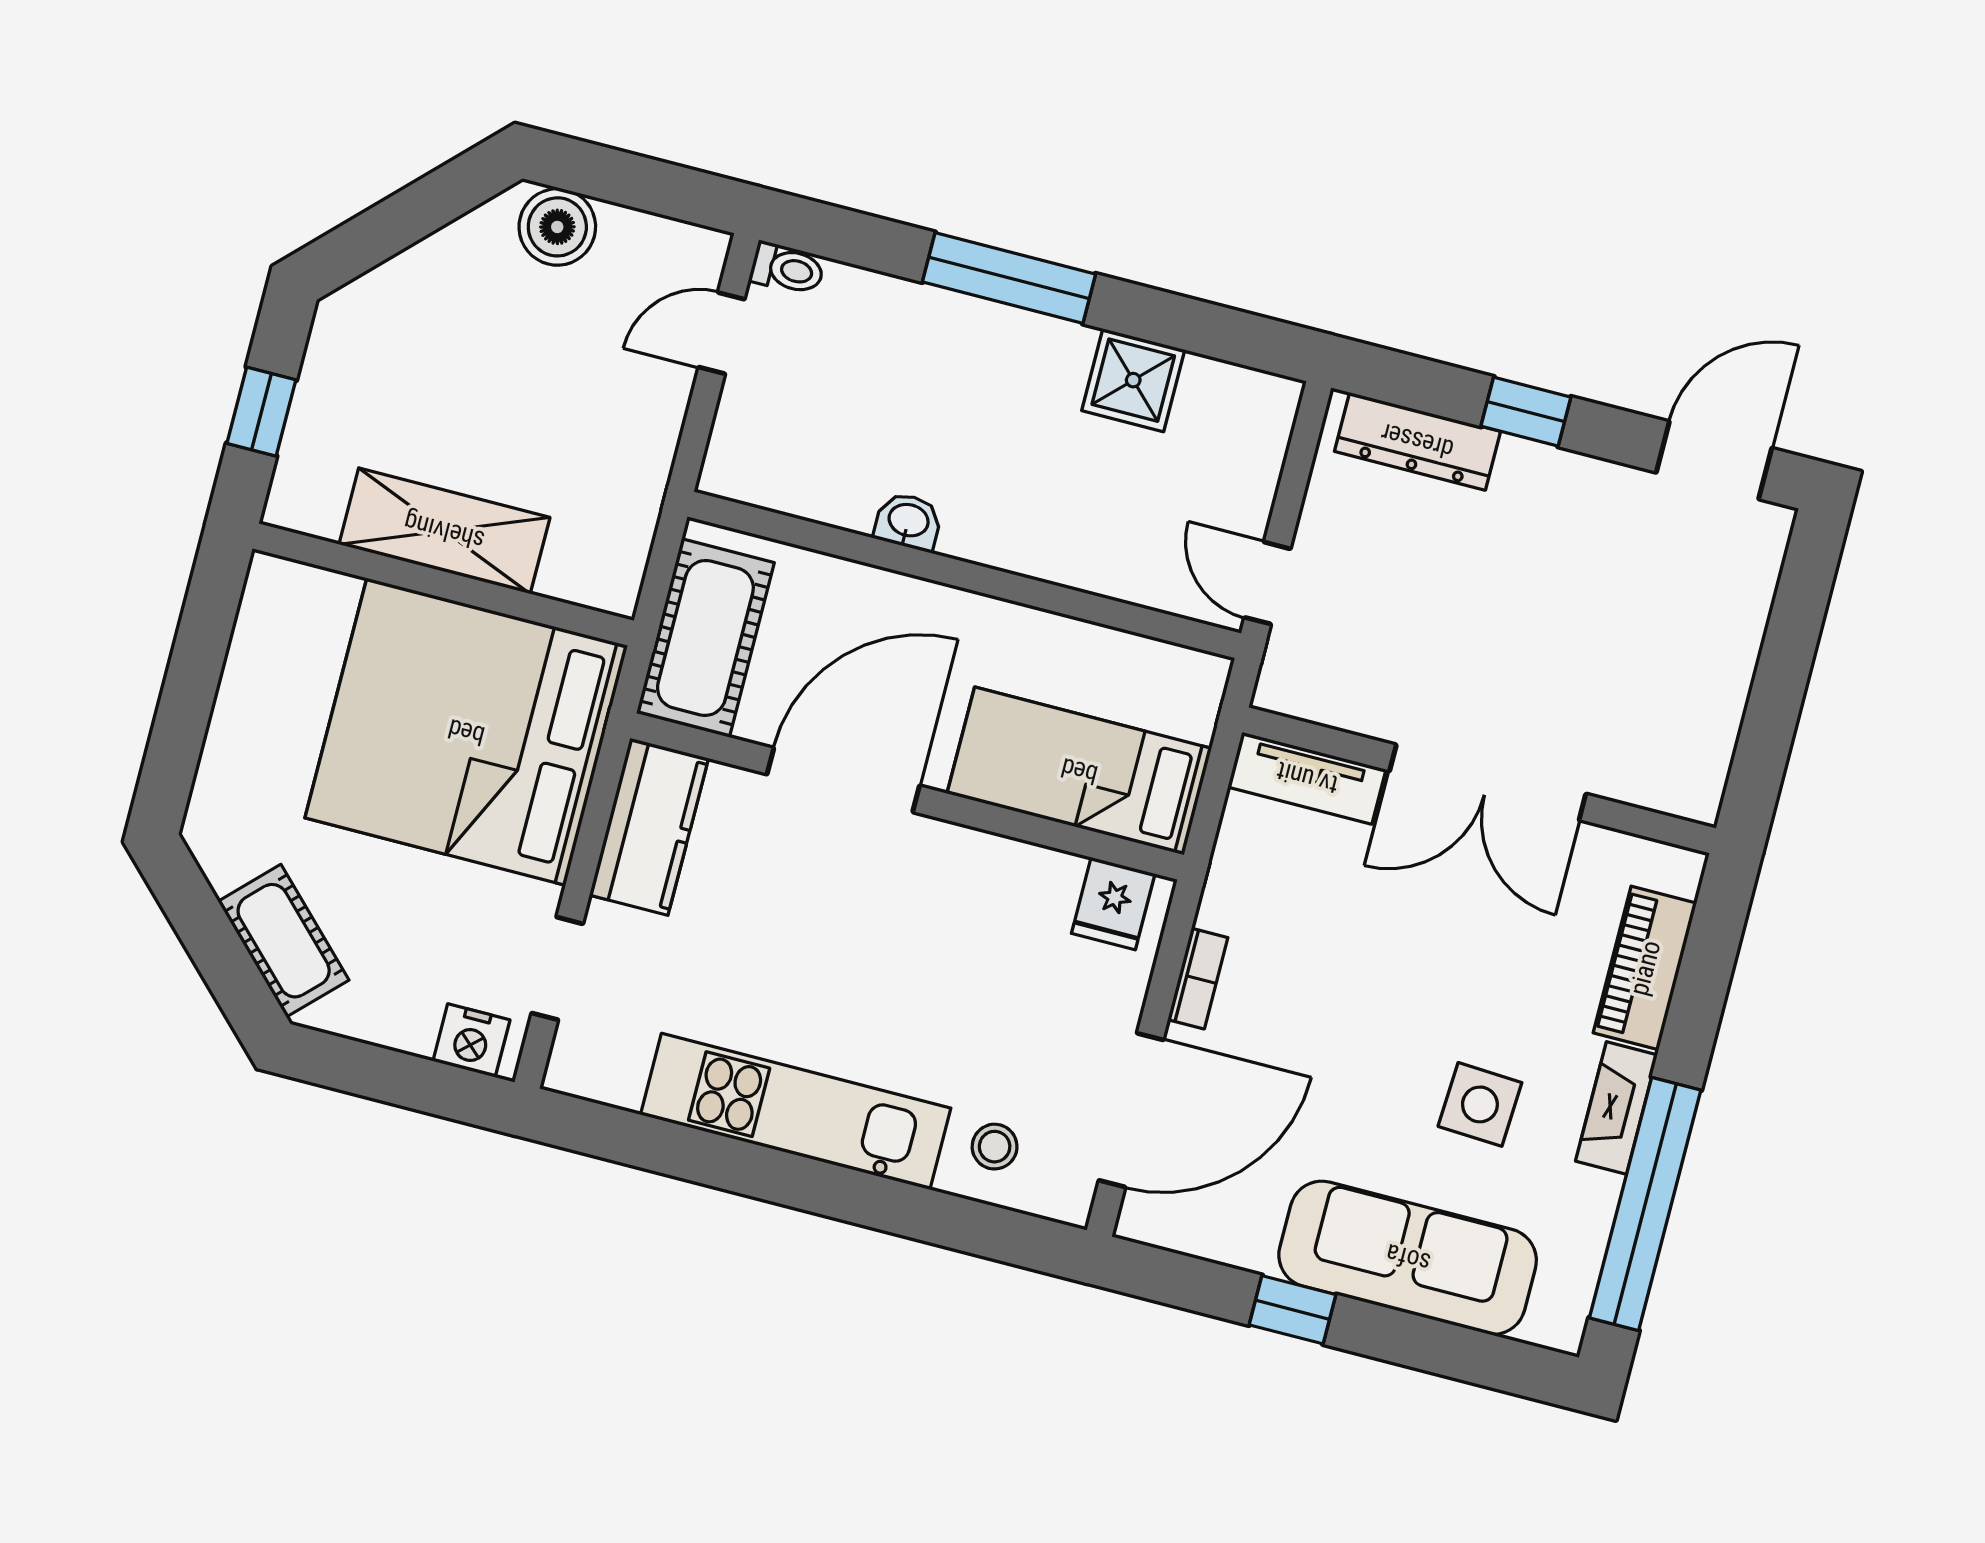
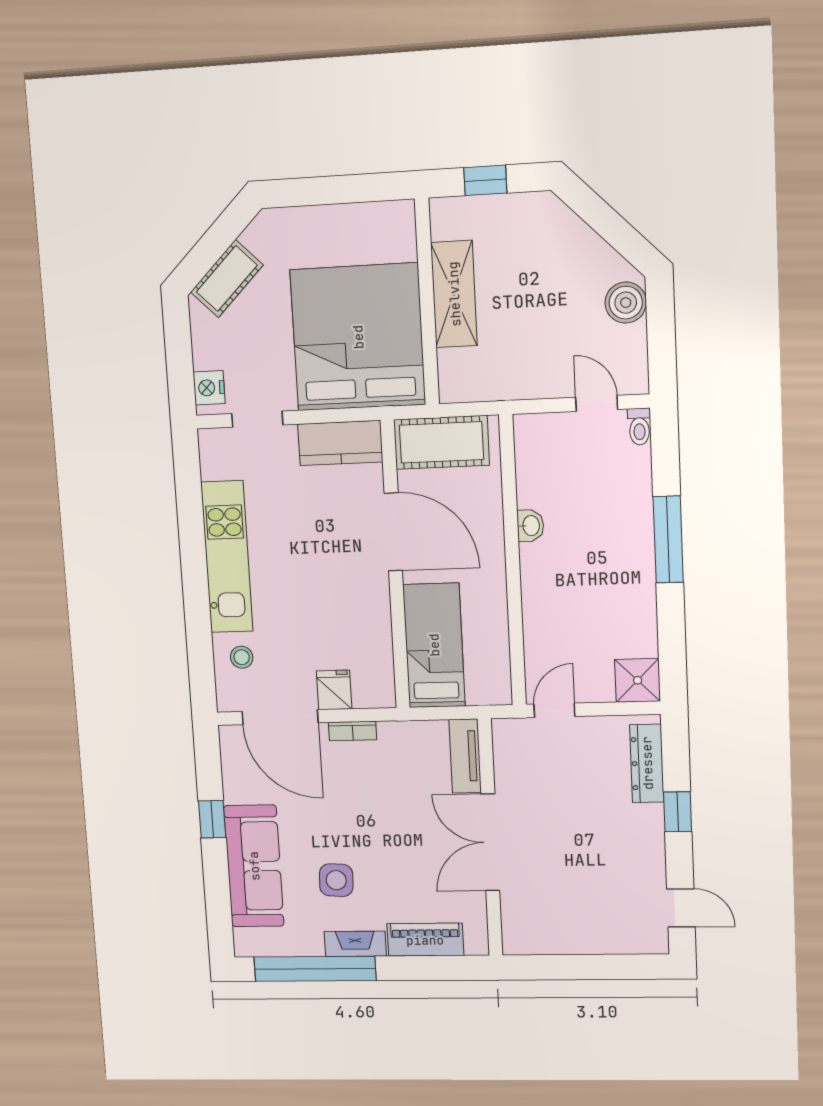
shower: (1133, 380) -> (638, 680), moved
door: (1714, 460) -> (681, 908), width x0.73
fridge: (1113, 904) -> (334, 690), moved, turned 90

